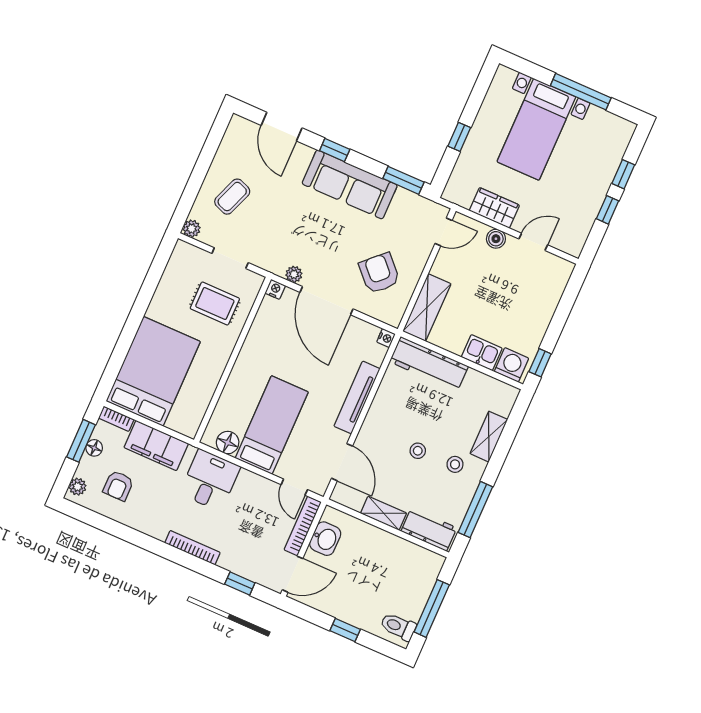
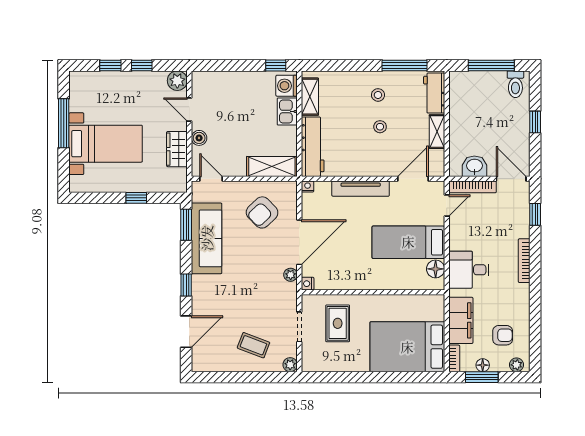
sofa: (350, 184) -> (207, 238), moved
plant: (572, 243) -> (177, 81), added
shelving: (489, 437) -> (310, 97), moved, turned 90

